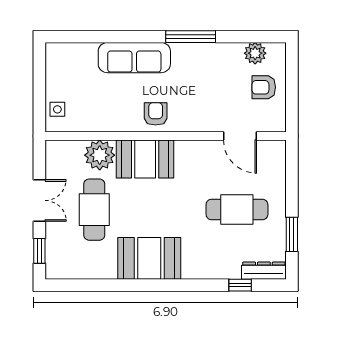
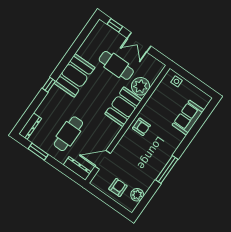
sofa: (134, 58) -> (188, 118), moved, width x0.73
dresser: (277, 163) -> (77, 168), added
window: (240, 285) -> (49, 85), moved

